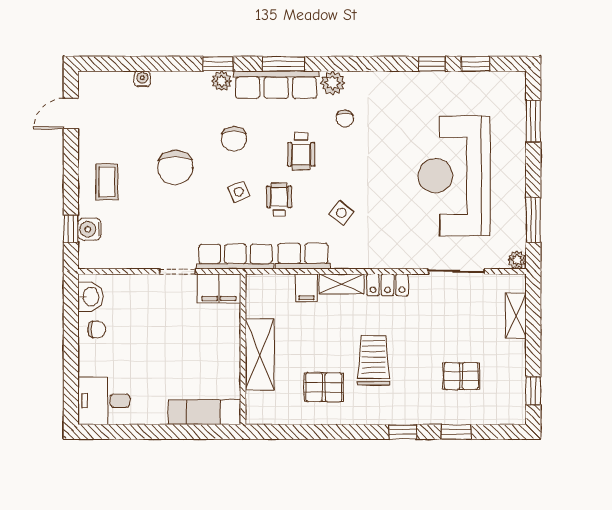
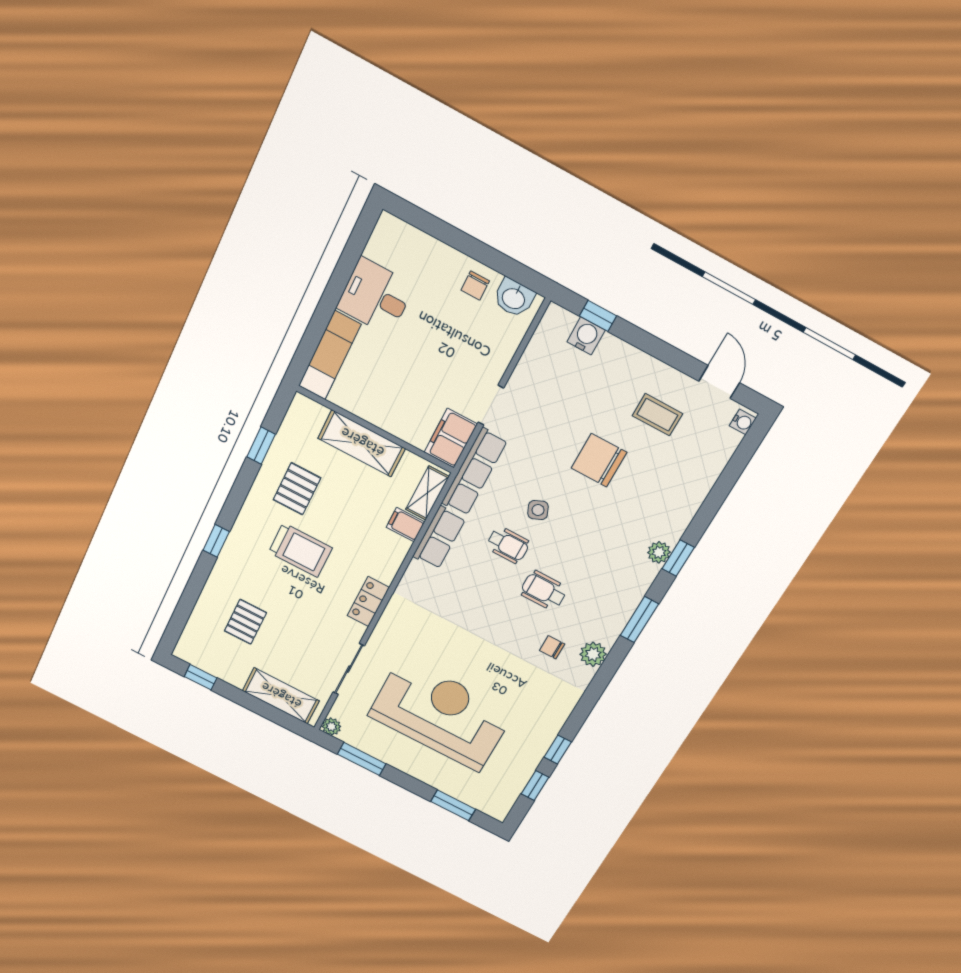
water cooler: (142, 79) -> (743, 422), moved
row of seats: (276, 85) -> (623, 602), removed
chair: (234, 139) -> (594, 534), removed
coffee table: (107, 182) -> (657, 415), moved
side table: (341, 213) -> (462, 596), removed
shelving: (341, 284) -> (427, 493), moved
shelving: (516, 316) -> (281, 696), width x1.50, depth x1.33
desk: (104, 401) -> (376, 296), moved, turned -90
window: (456, 432) -> (261, 446), moved

